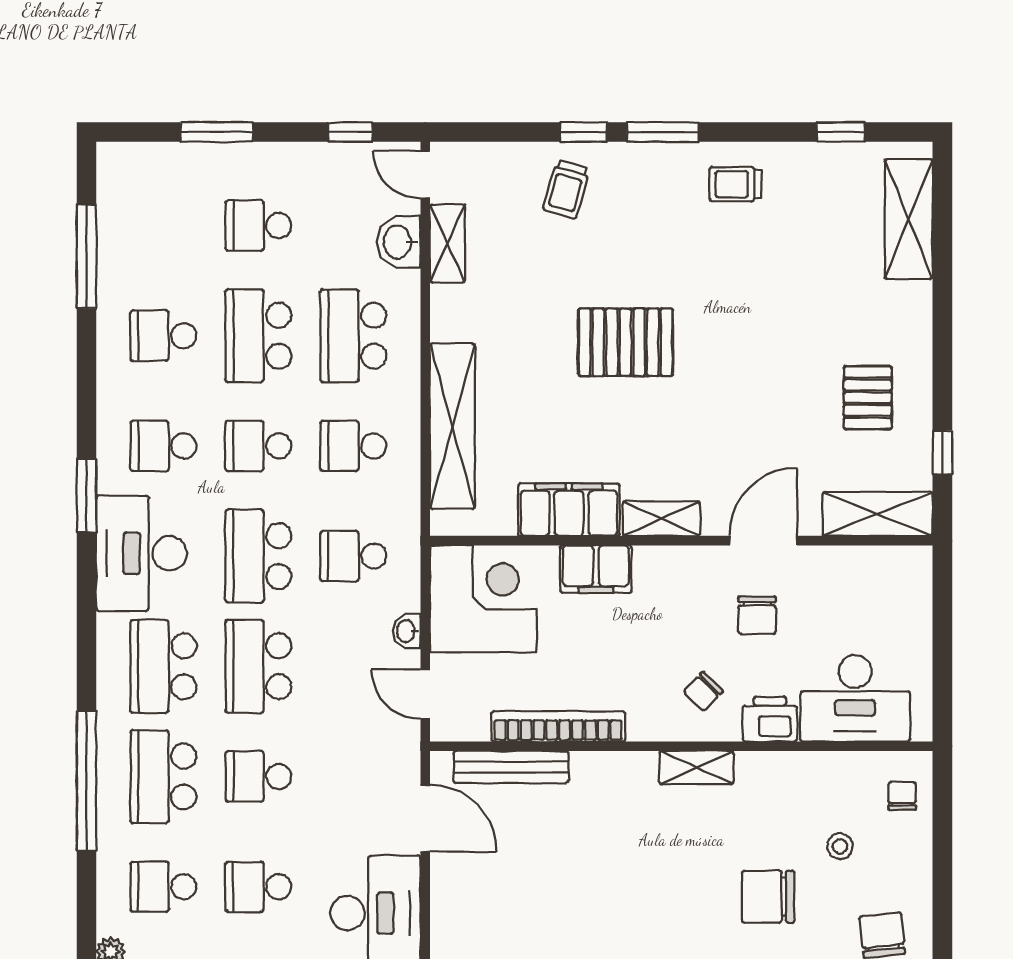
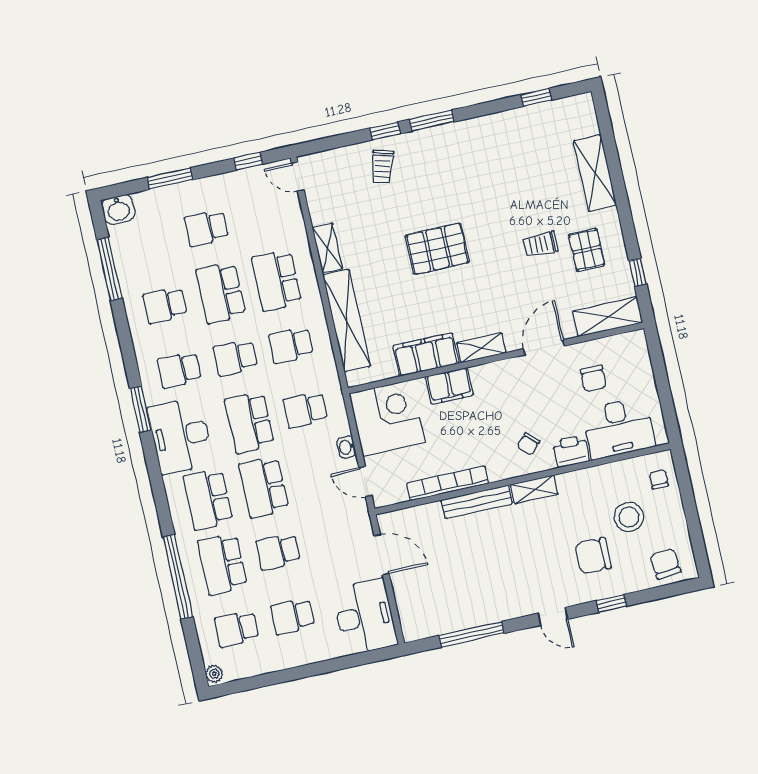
trolley: (735, 184) -> (541, 244), moved
shelving: (909, 219) -> (595, 173), moved
washbasin: (399, 242) -> (118, 210), moved, turned -90
shelving: (447, 243) -> (327, 248), moved
chair: (757, 615) -> (593, 378), moved
bench: (511, 767) -> (477, 502), moved
stool: (840, 846) -> (629, 517), width x1.89, depth x1.89

